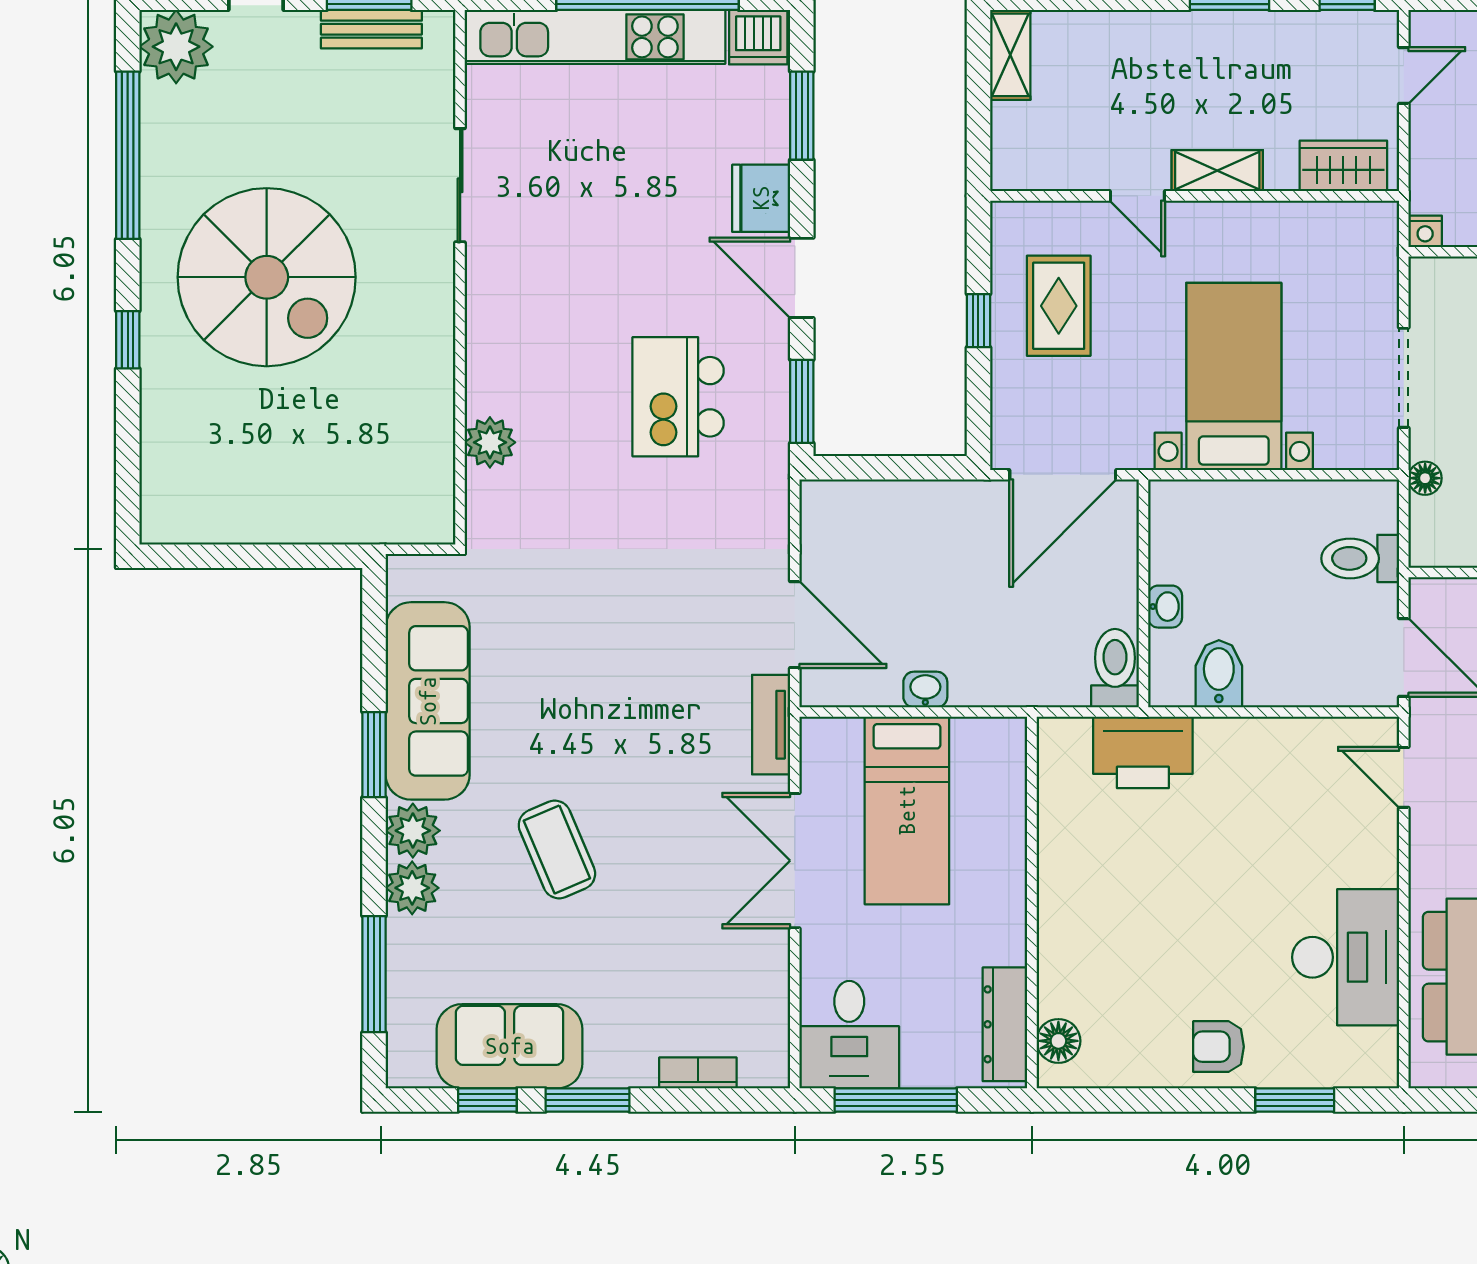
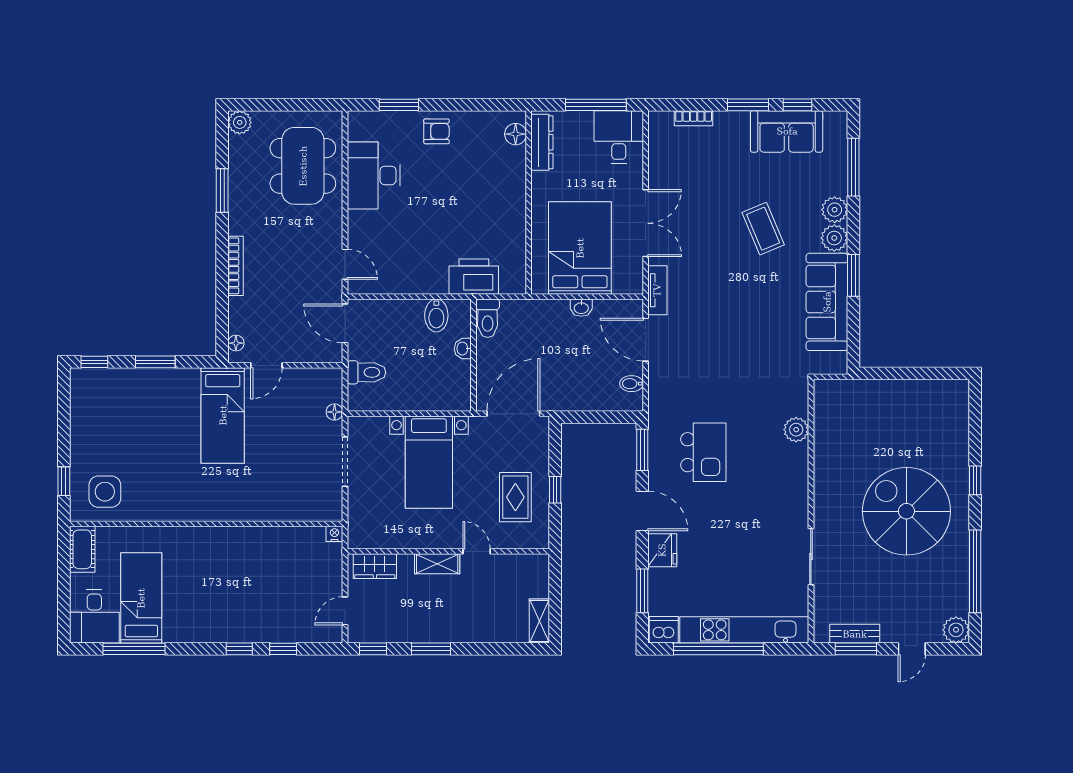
plant: (176, 47) -> (956, 630), width x0.73, depth x0.73
bidet: (823, 536) -> (632, 384), added
bed: (907, 810) -> (580, 248), width x1.50

